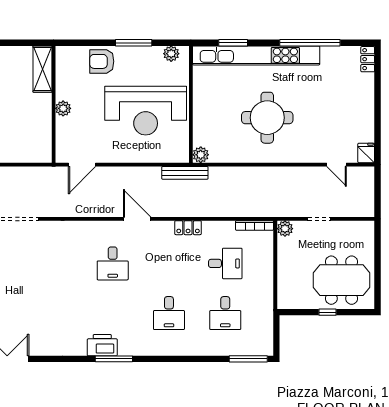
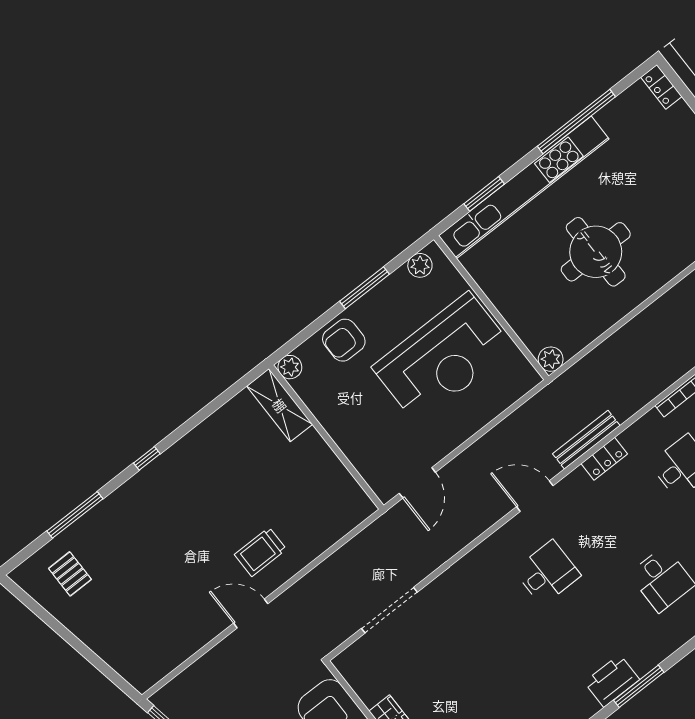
plant: (63, 108) -> (290, 367), moved
bench: (185, 173) -> (586, 440), moved
desk: (113, 263) -> (547, 573), turned -90

